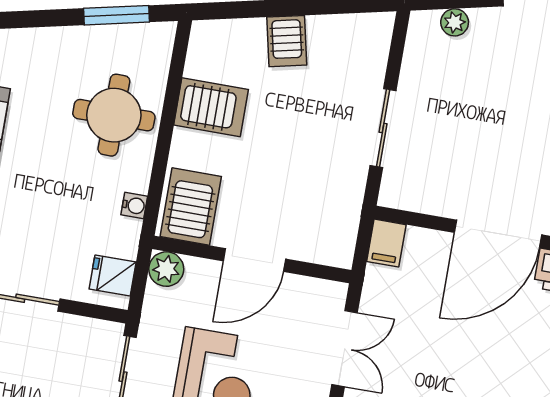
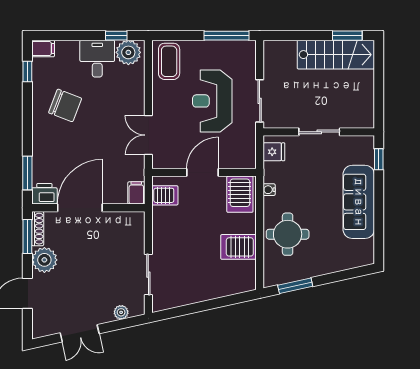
server rack: (287, 41) -> (165, 195), moved, turned 102
sliding door: (383, 128) -> (148, 275), moved
plant: (166, 269) -> (247, 160), removed

